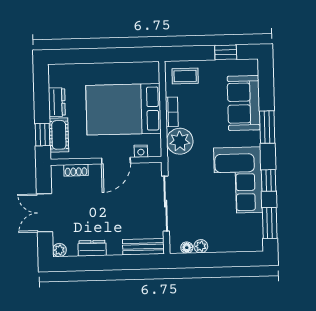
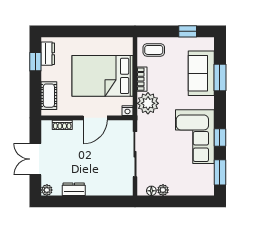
dresser: (57, 102) -> (48, 54), moved
window: (267, 127) -> (220, 78), moved
window: (42, 135) -> (35, 62), moved
nightstand: (141, 151) -> (127, 111), moved
bench: (143, 247) -> (116, 189), removed

